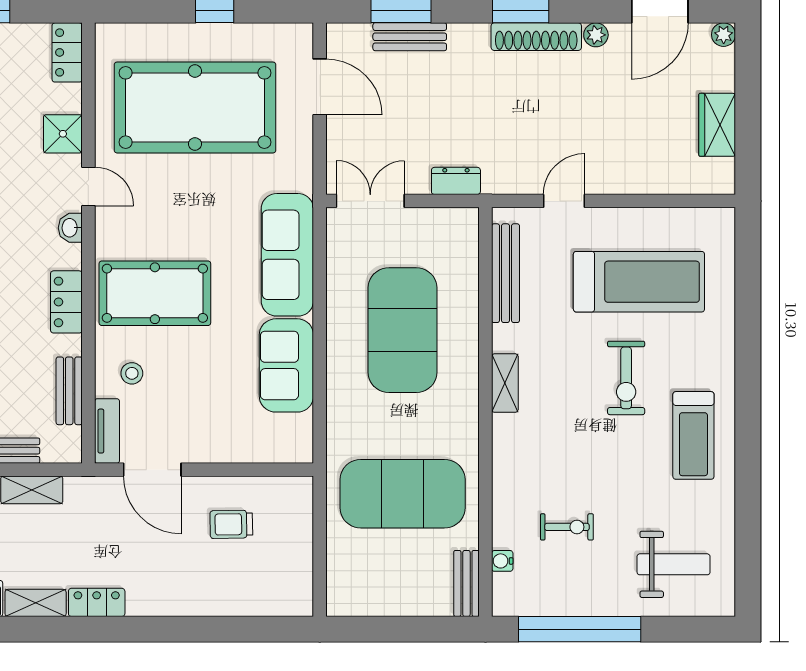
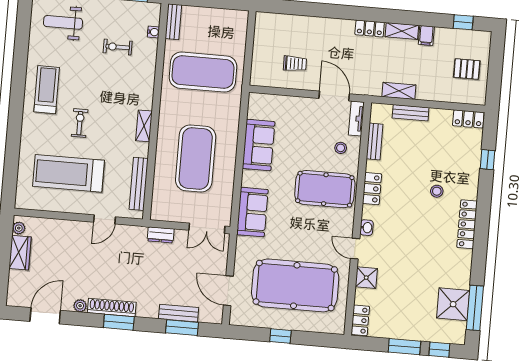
plant: (724, 35) -> (19, 228), moved
sofa: (287, 255) -> (252, 212), width x0.73
exercise bike: (626, 378) -> (80, 123), width x0.73, depth x0.72

